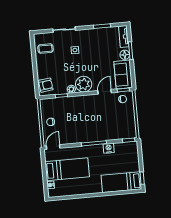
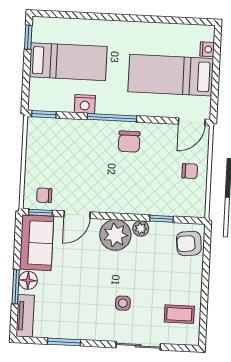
chair: (83, 132) -> (129, 142), added
bed: (121, 182) -> (68, 62), moved

